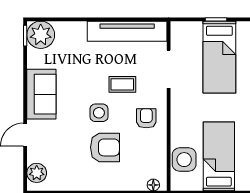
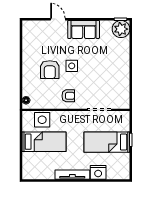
tv unit: (127, 31) -> (123, 84), removed
coffee table: (122, 84) -> (90, 81), removed
plant: (37, 173) -> (34, 26), removed

